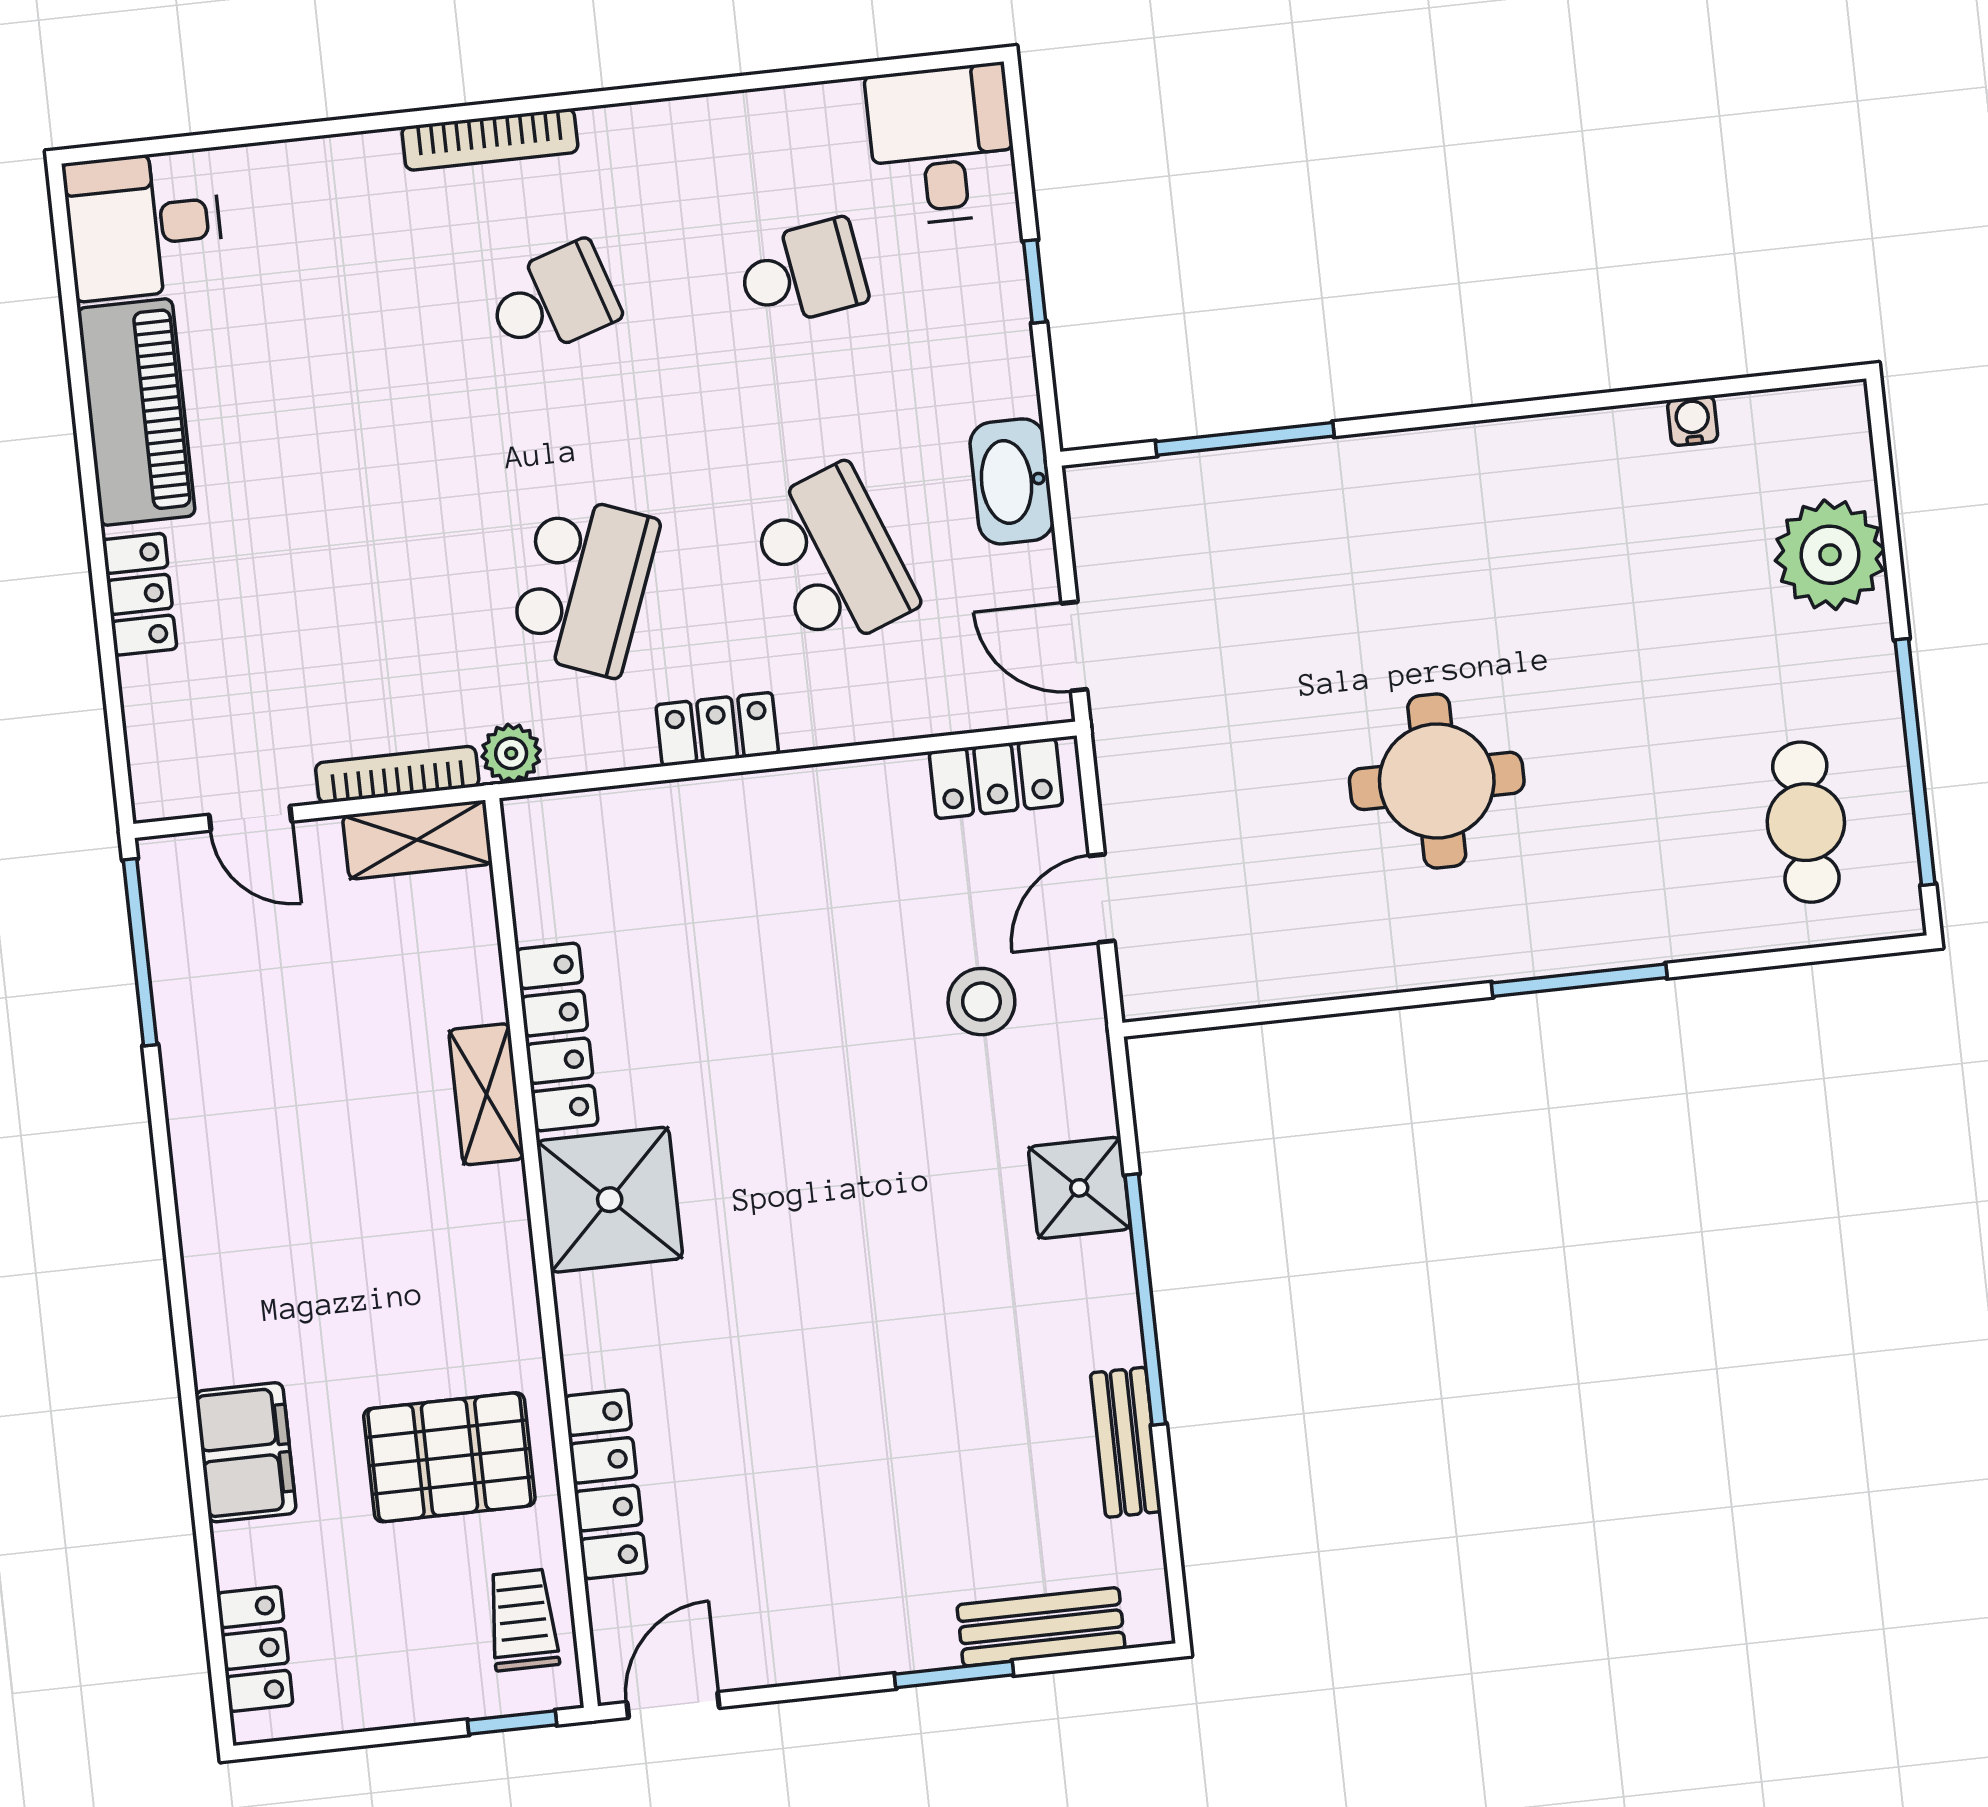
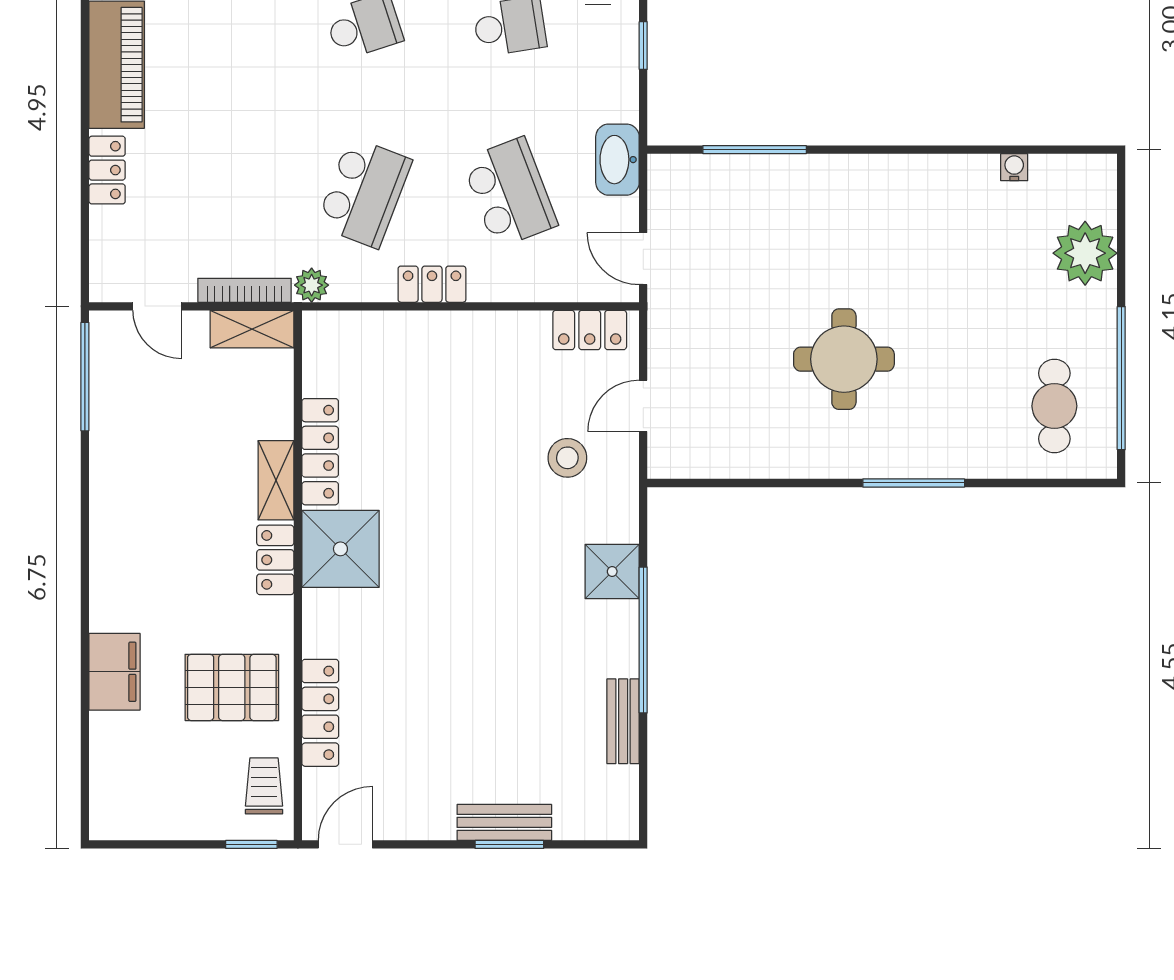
bench: (1041, 1627) -> (504, 822), moved
locker: (255, 1649) -> (275, 560), moved, turned 180

